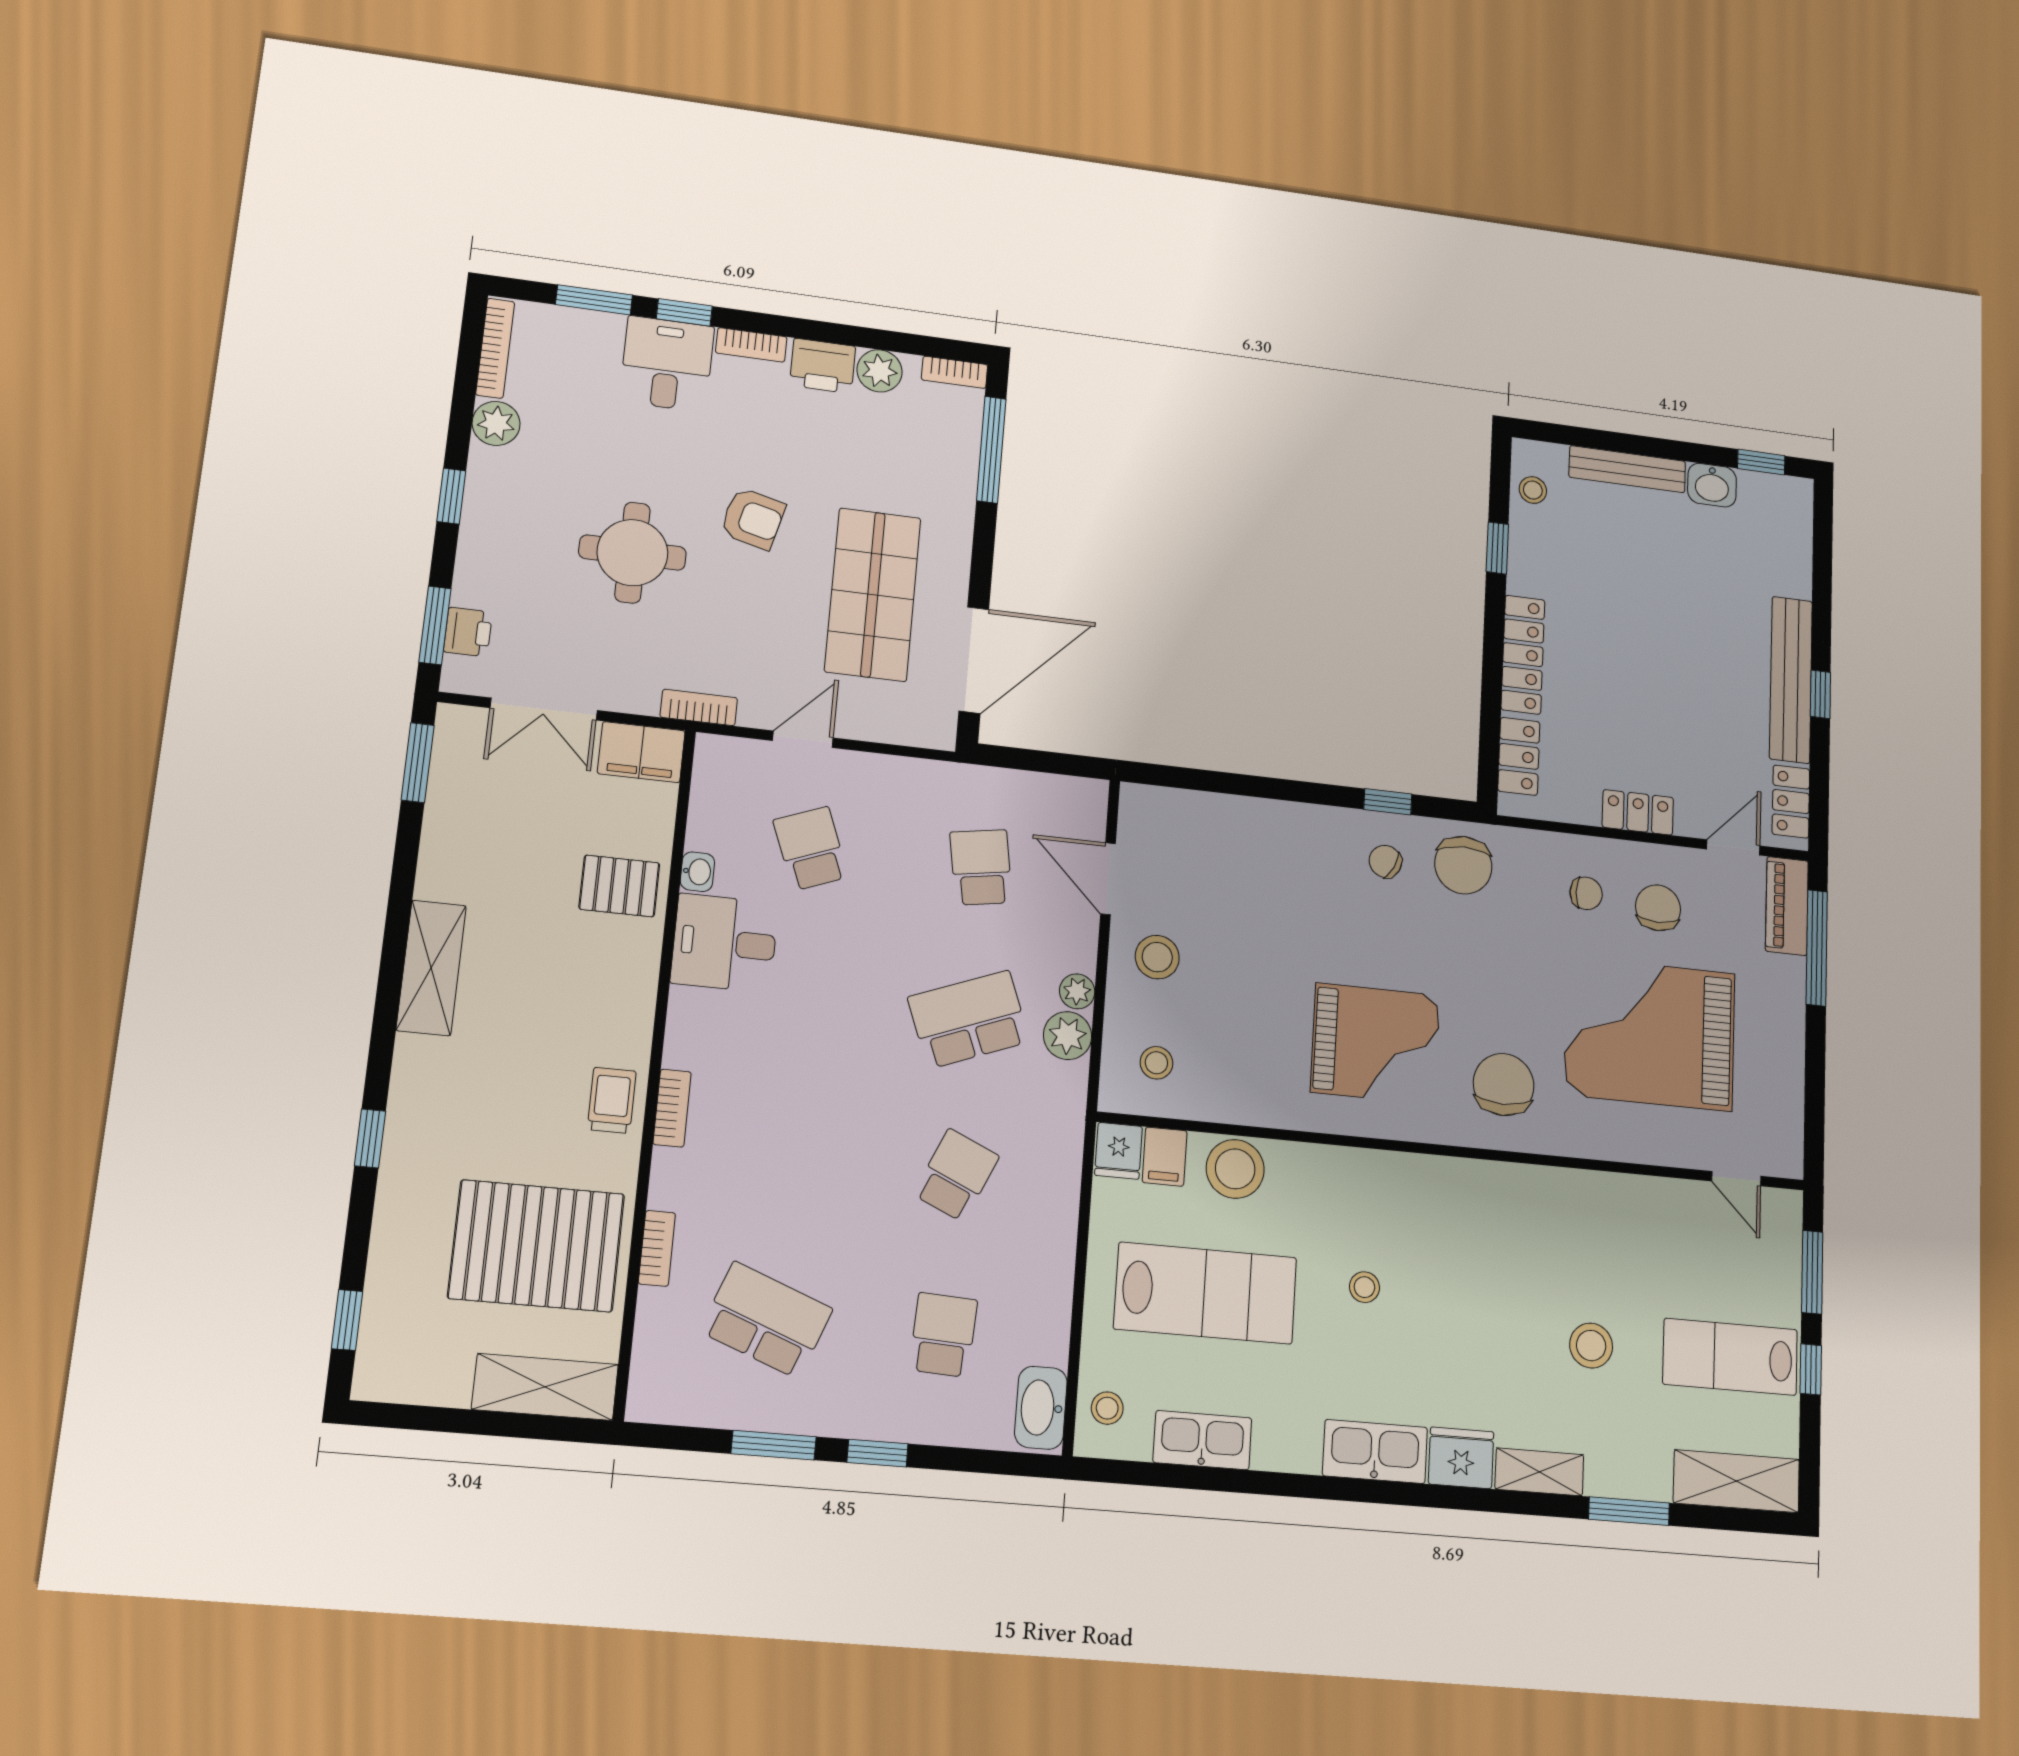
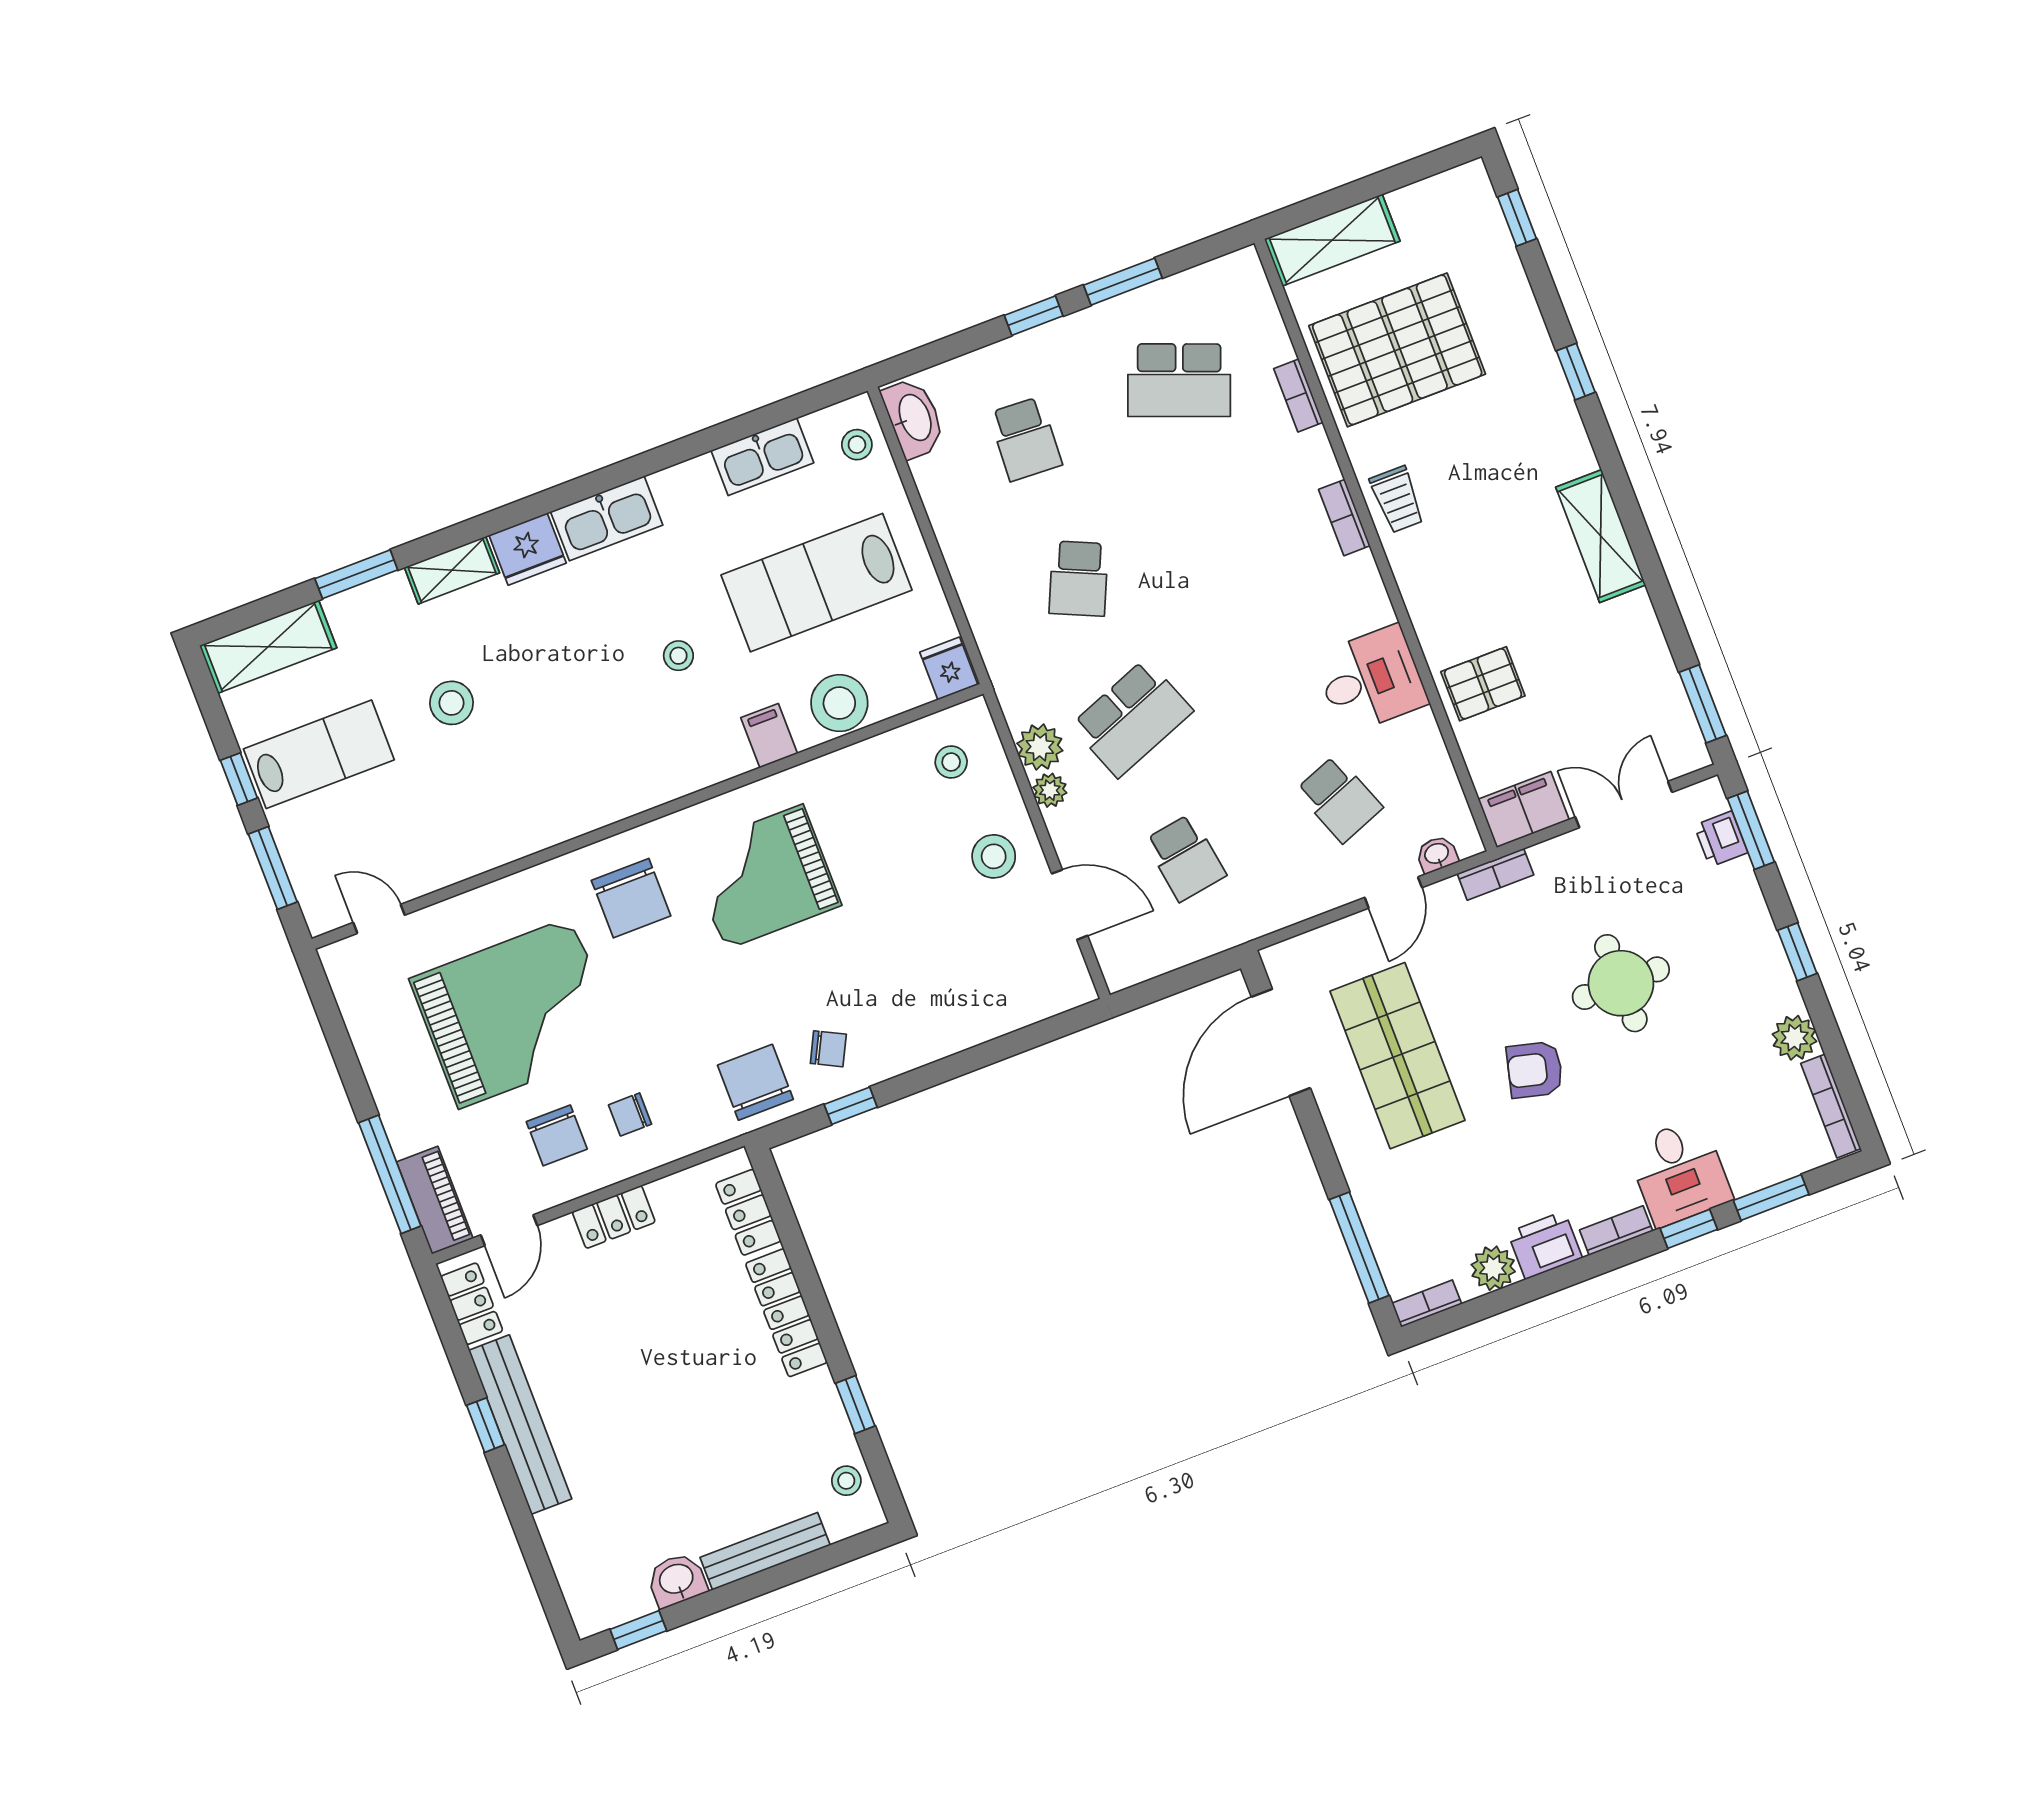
washbasin: (697, 872) -> (1437, 854), moved, turned 90
filing cabinet: (1165, 1157) -> (769, 736), moved

